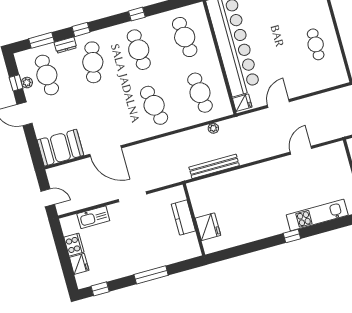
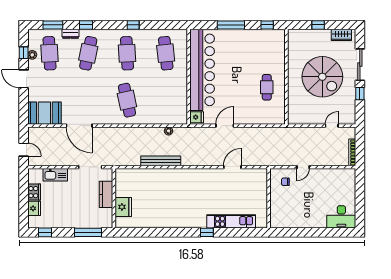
cafe table: (200, 93) -> (166, 100), removed
kitchen counter: (183, 218) -> (106, 194), moved
wall: (194, 220) -> (114, 198), moved
fridge: (208, 227) -> (123, 207), moved

